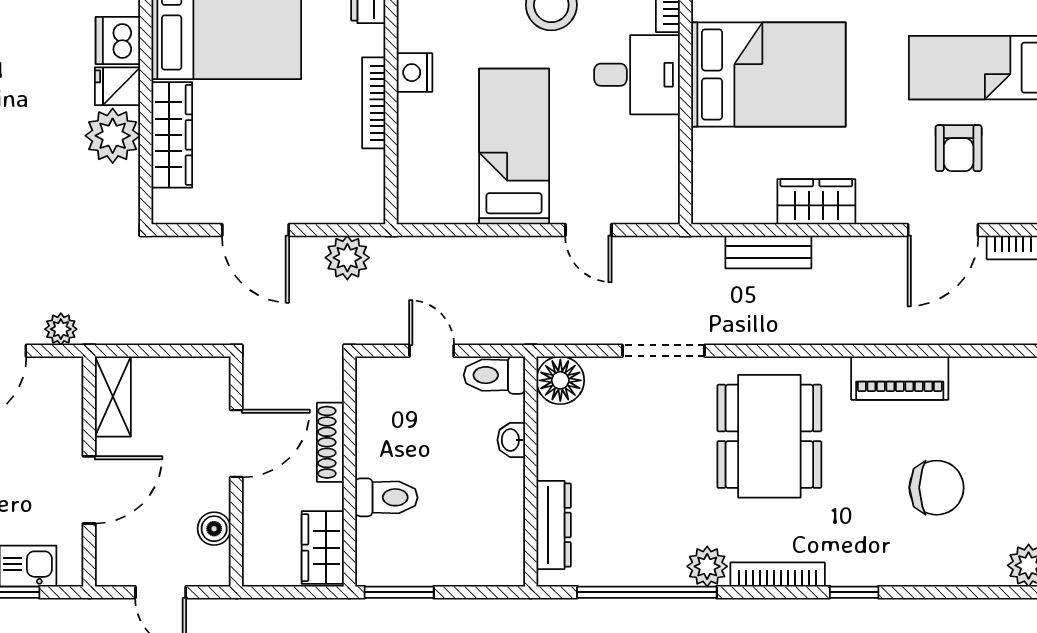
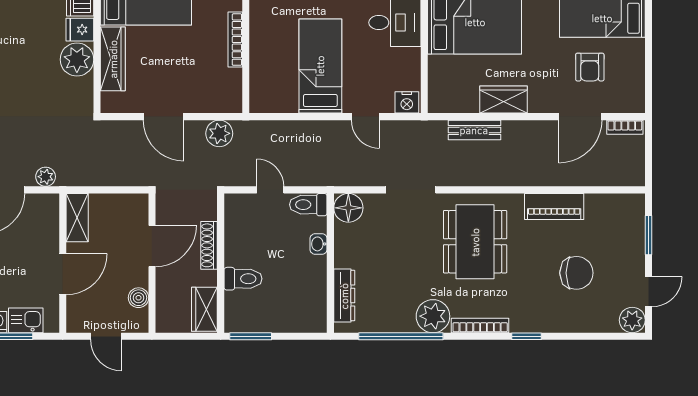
nightstand: (415, 73) -> (407, 102), moved, turned -90
plant: (707, 566) -> (433, 316), width x1.36, depth x1.36

